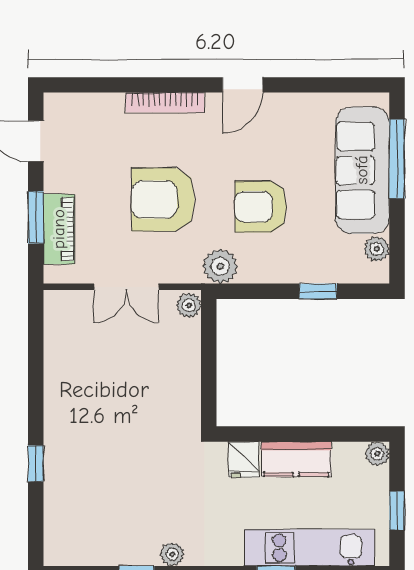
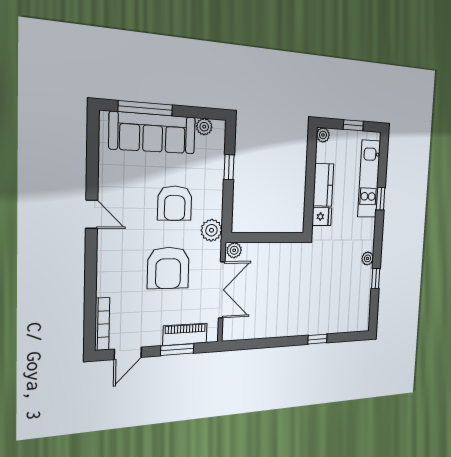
bookcase: (165, 102) -> (102, 324), moved
double door: (126, 287) -> (222, 290), width x1.37

